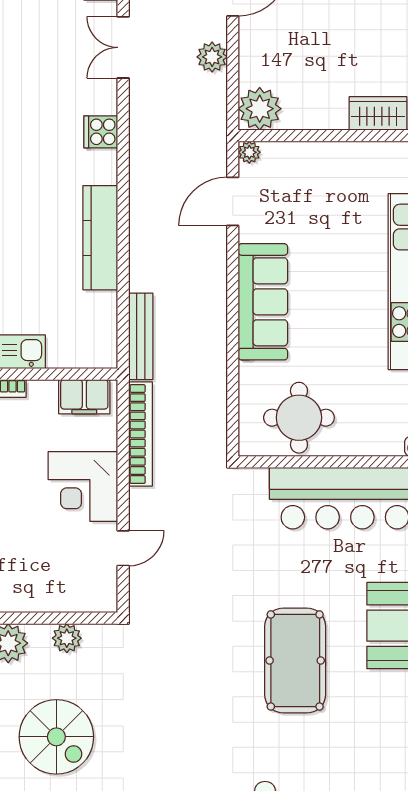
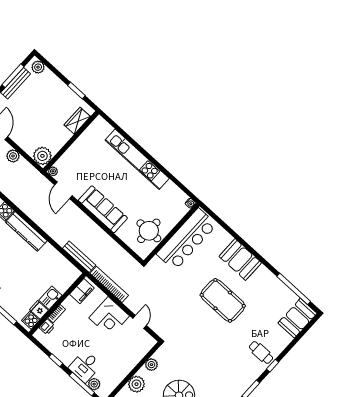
kitchen counter: (100, 238) -> (26, 231), moved

